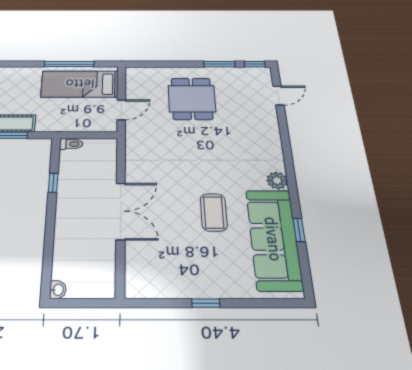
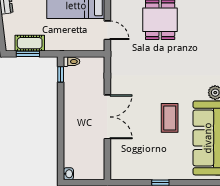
door: (121, 110) -> (107, 30), hinge flipped
window: (53, 183) -> (61, 74), moved

